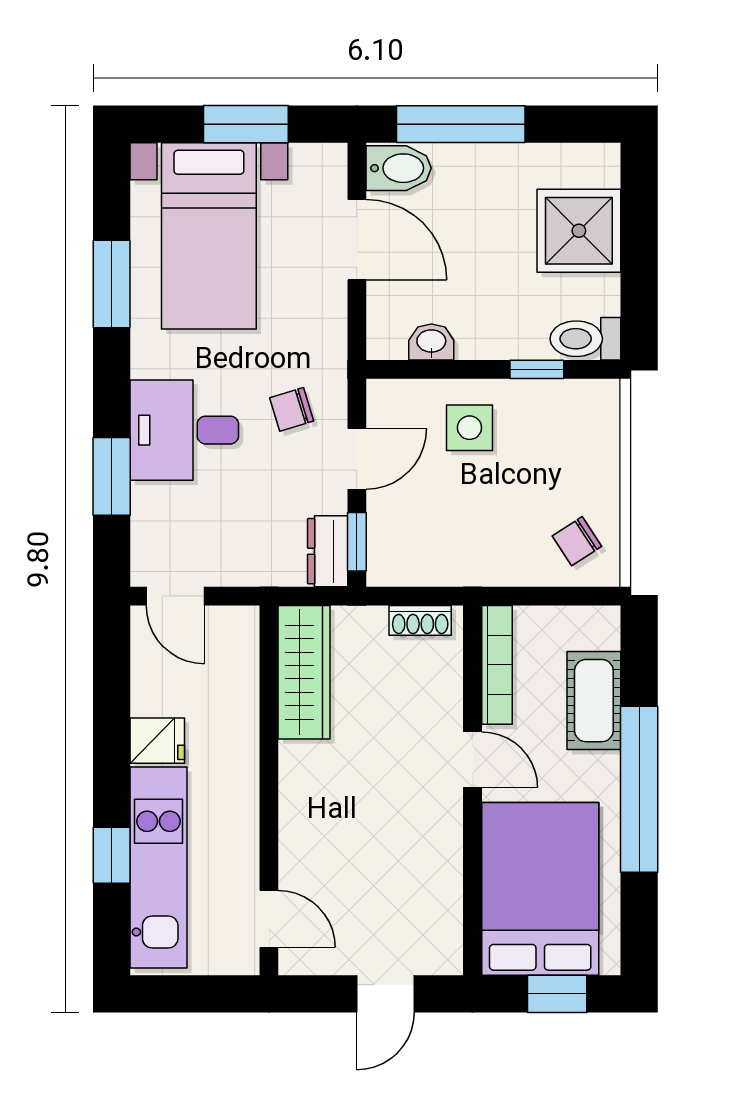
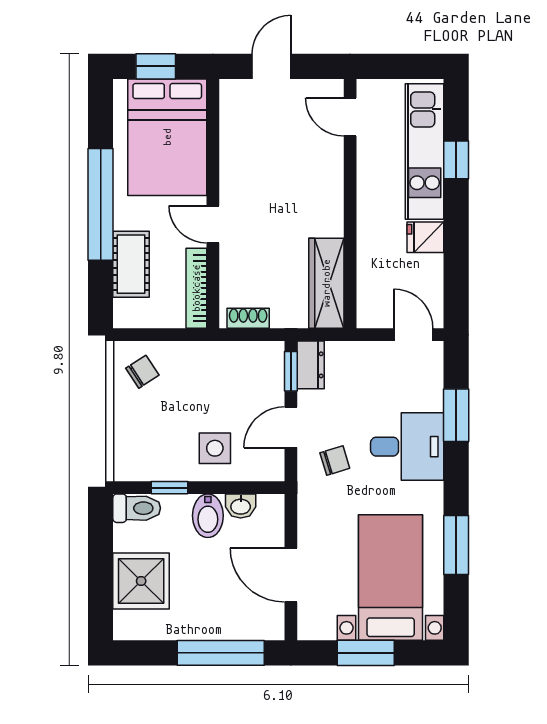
bidet: (399, 168) -> (208, 516), moved, turned -90

